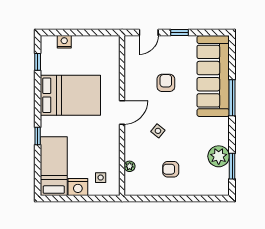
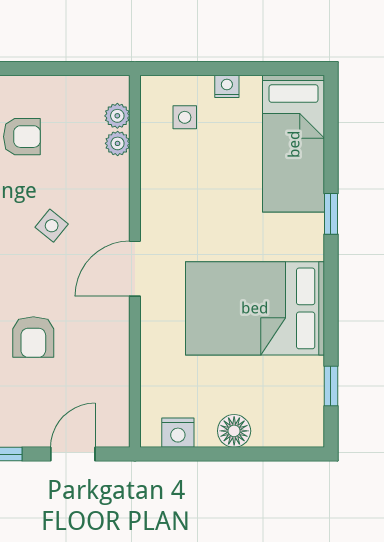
nightstand: (64, 42) -> (178, 433), moved
floor lamp: (79, 42) -> (234, 431), added
plant: (130, 178) -> (117, 116), added
nightstand: (78, 187) -> (227, 86), width x0.53, depth x0.56

